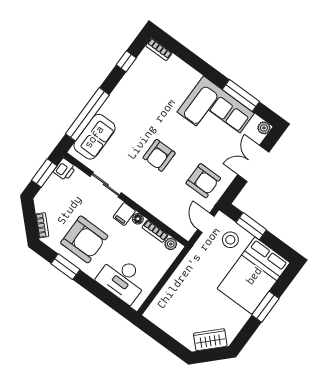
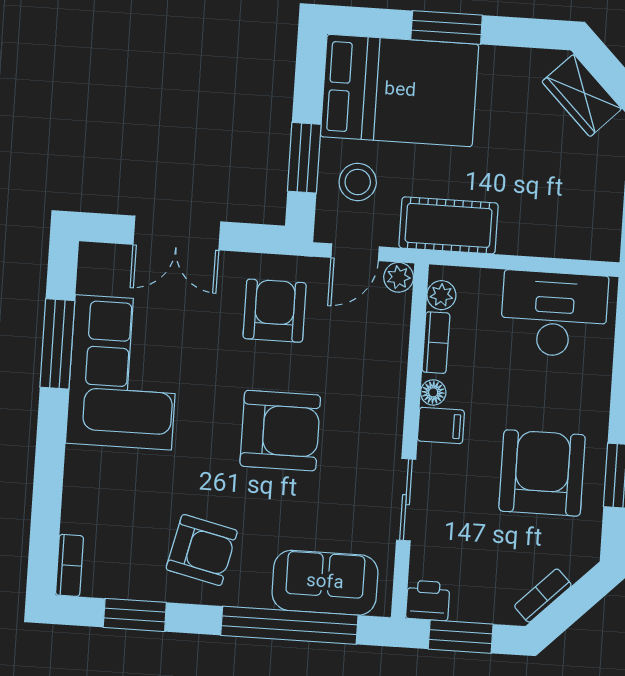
window: (126, 61) -> (135, 615), width x1.50
armchair: (134, 100) -> (202, 550), added
plant: (264, 128) -> (399, 277), moved
armchair: (159, 155) -> (280, 431), width x1.36, depth x1.36
bookcase: (42, 225) -> (543, 596), moved
cot: (194, 262) -> (449, 225), added
desk: (122, 279) -> (554, 314), moved, turned -90

